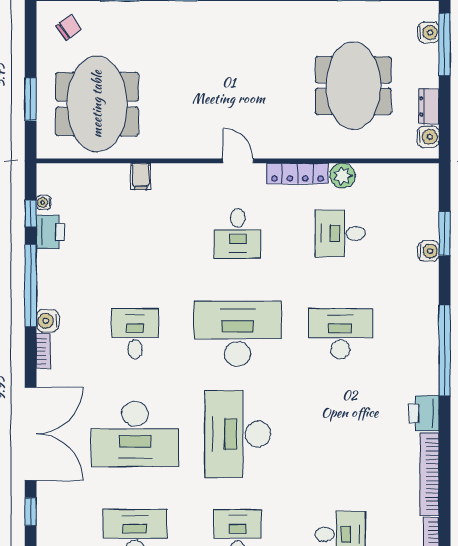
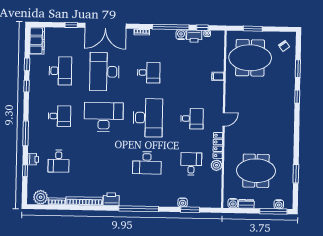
desk: (238, 233) -> (192, 119), turned 180
water cooler: (48, 321) -> (181, 35), moved
desk: (340, 334) -> (147, 163), turned 90

